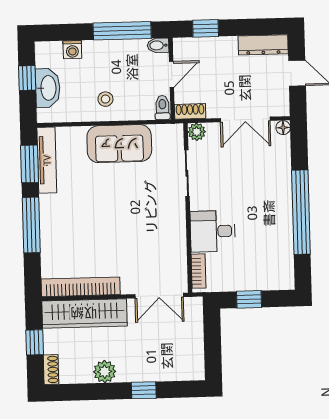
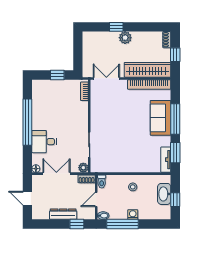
dresser: (263, 45) -> (63, 214), moved
washing machine: (72, 50) -> (133, 215), moved
sofa: (119, 144) -> (161, 118), moved, turned -90
tv unit: (47, 160) -> (166, 160), width x0.71
desk: (213, 231) -> (44, 142), moved, turned 180
plant: (105, 372) -> (125, 38), moved

